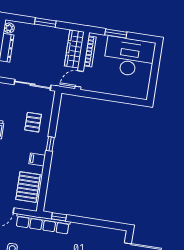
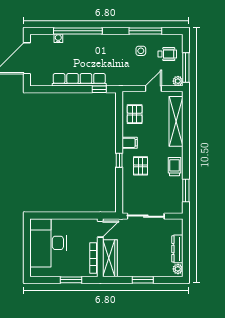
desk: (129, 57) -> (48, 243), moved, turned 90
pallet: (33, 122) -> (141, 166), moved
pallet: (28, 187) -> (135, 114), width x0.67, depth x0.71
row of seats: (43, 224) -> (79, 80), moved

